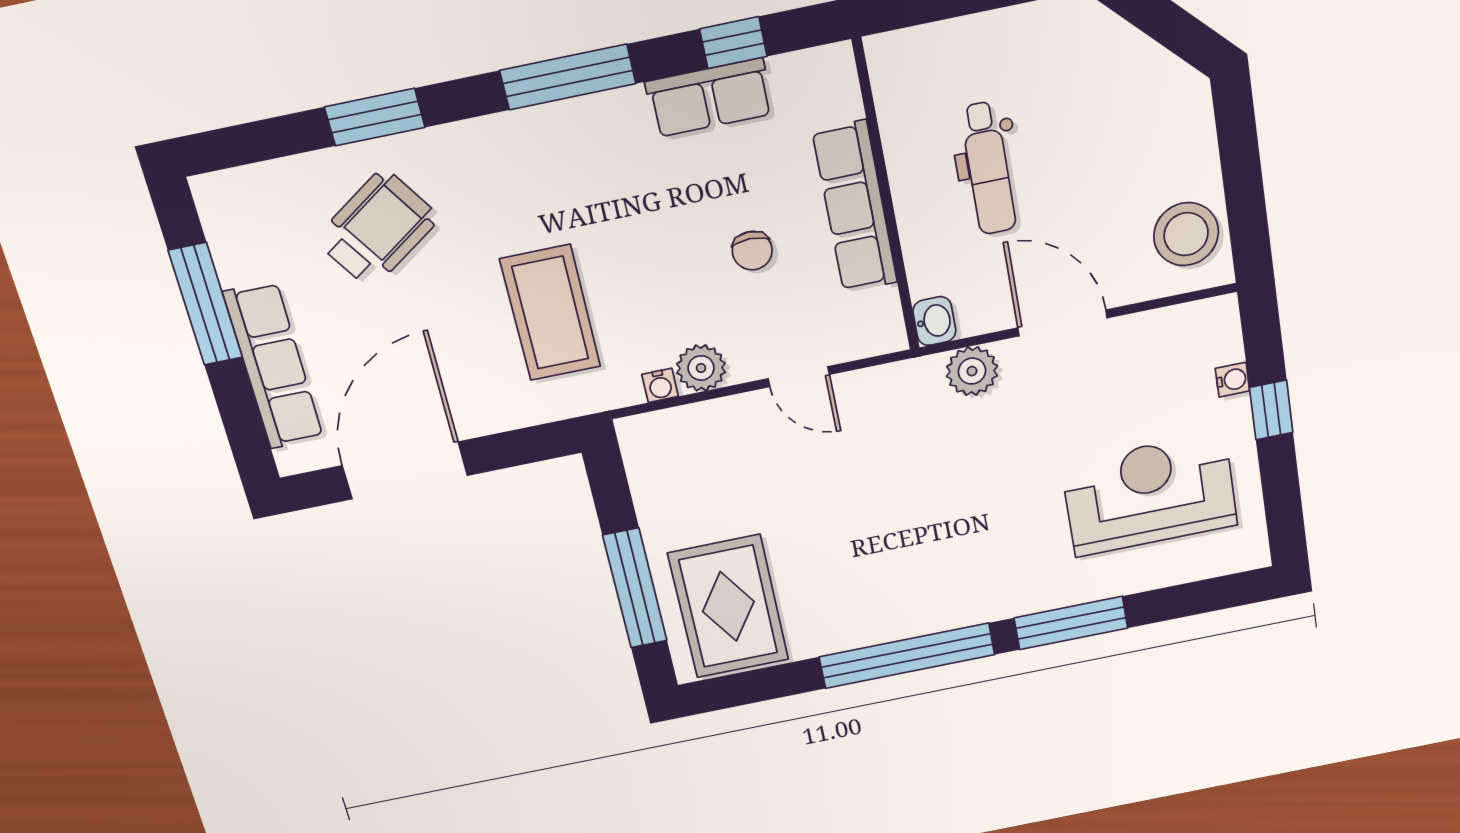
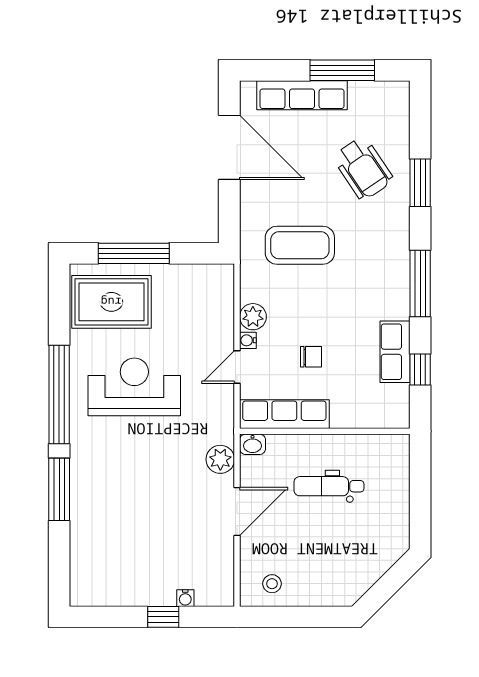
row of seats: (855, 207) -> (284, 414), moved
stool: (1186, 234) -> (272, 584), width x0.53, depth x0.53
chair: (752, 251) -> (311, 357), turned 180
water cooler: (660, 385) -> (248, 340), moved
reception desk: (1150, 494) -> (134, 387), moved, turned -90

